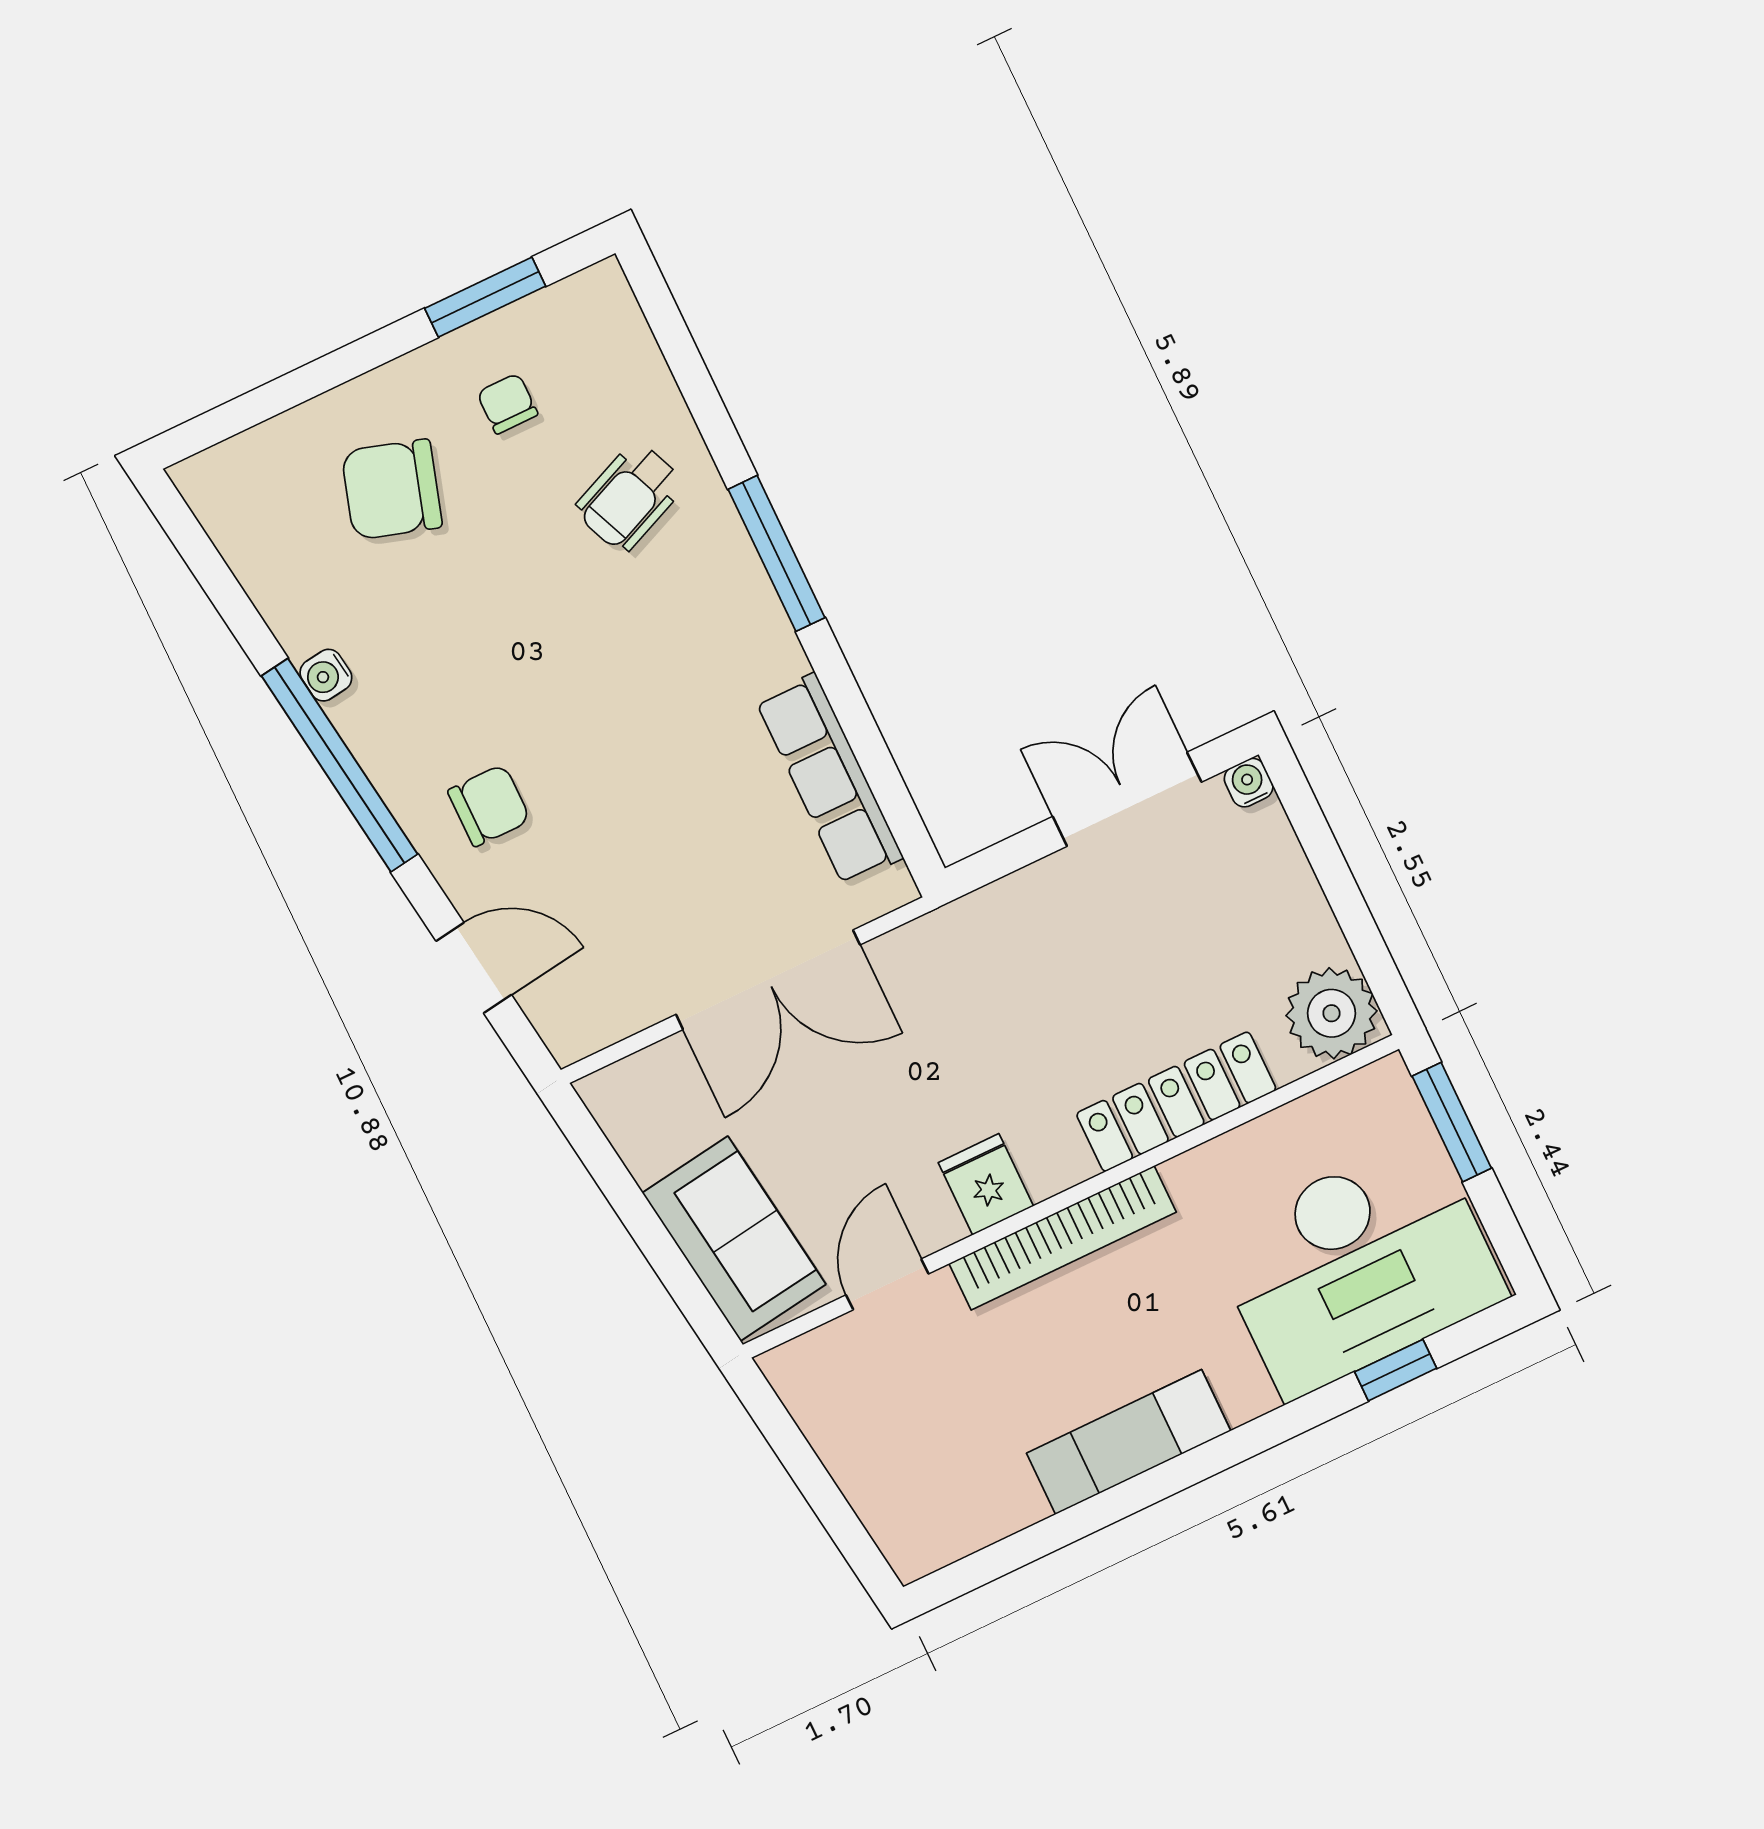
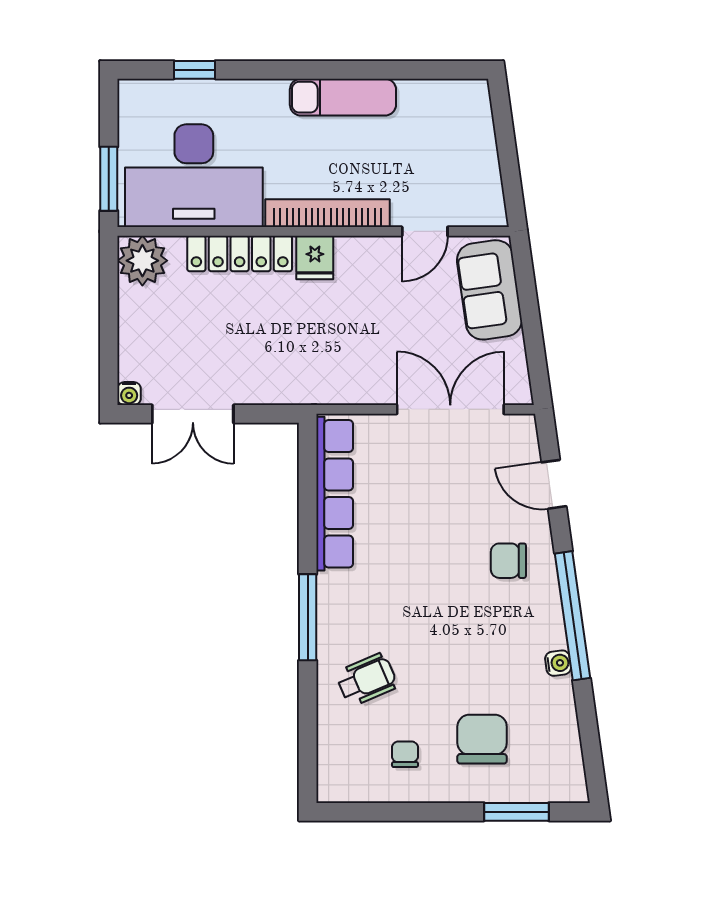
window: (485, 297) -> (516, 812), moved
chair: (507, 404) -> (405, 754), turned 180
chair: (392, 489) -> (482, 739), turned -107
row of seats: (829, 779) -> (335, 494), width x1.36
double door: (768, 980) -> (450, 409), moved
fridge: (986, 1184) -> (315, 258), moved
desk: (1358, 1266) -> (194, 176), moved, turned 180

